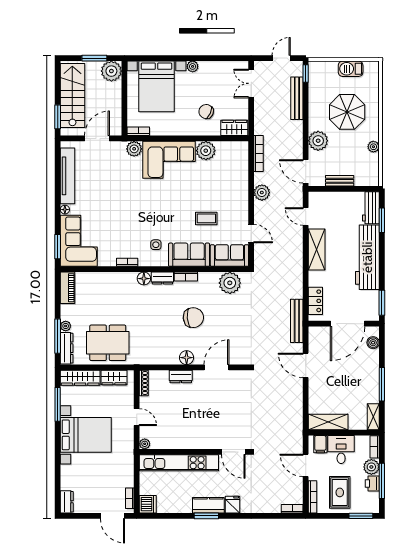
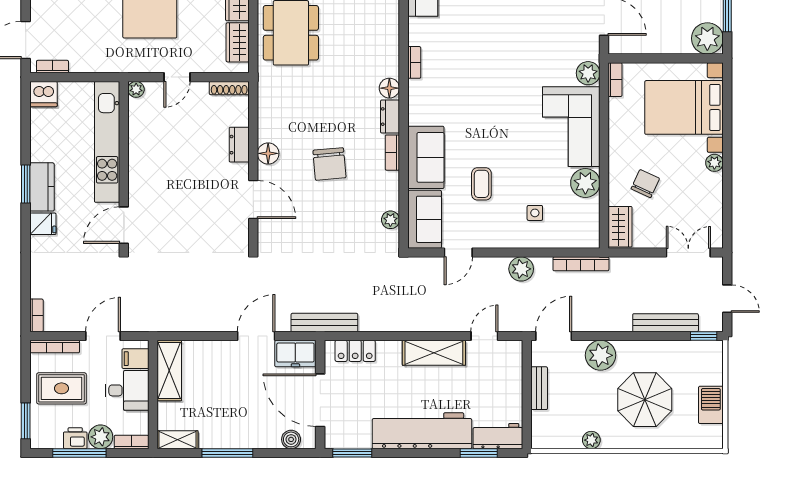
side table: (156, 245) -> (535, 213), moved
plant: (230, 283) -> (390, 220), width x0.53, depth x0.53
freezer: (317, 340) -> (295, 354), added

